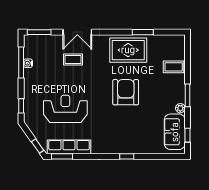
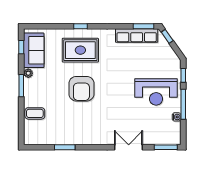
rug: (128, 50) -> (80, 50), moved
coffee table: (73, 59) -> (133, 121), removed
window: (21, 62) -> (183, 104), moved
reception desk: (65, 109) -> (156, 92), moved

